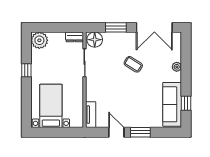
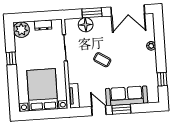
dresser: (75, 37) -> (43, 25), moved
floor lamp: (95, 40) -> (86, 25), moved
coffee table: (133, 64) -> (102, 60), moved
sofa: (172, 104) -> (127, 96), moved, turned 90
bed with nightstands: (51, 106) -> (42, 90), width x1.36

